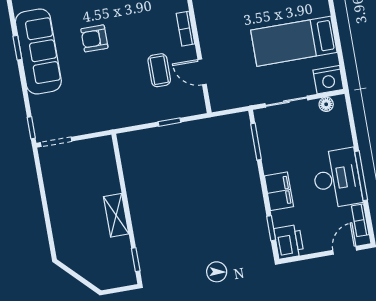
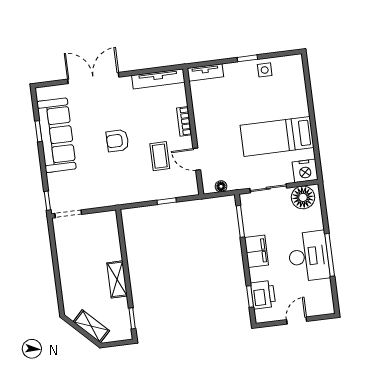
armchair: (94, 38) -> (117, 141), moved
floor lamp: (232, 102) -> (221, 186), added
floor lamp: (326, 104) -> (303, 197), width x1.89, depth x1.89
filing cabinet: (279, 191) -> (256, 251), moved
bookcase: (360, 220) -> (327, 293), removed
printer: (289, 242) -> (263, 295), moved
door: (345, 250) -> (297, 320), moved
shelving: (89, 271) -> (91, 326), added

